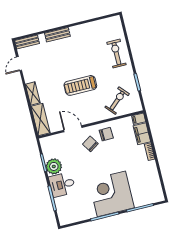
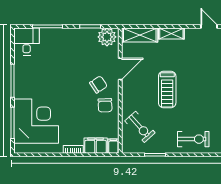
treadmill: (80, 85) -> (167, 89), turned 180
plant: (54, 166) -> (107, 37), moved
desk: (62, 185) -> (27, 41), moved
corner desk: (111, 194) -> (36, 121), moved

